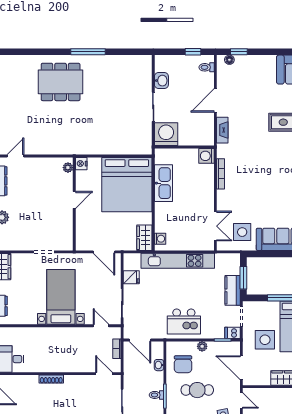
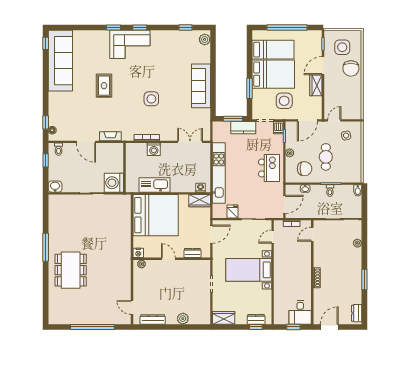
washbasin: (161, 81) -> (55, 187), moved
washing machine: (207, 156) -> (154, 149), moved
dresser: (81, 229) -> (192, 253), added
side table: (242, 232) -> (151, 99), moved

